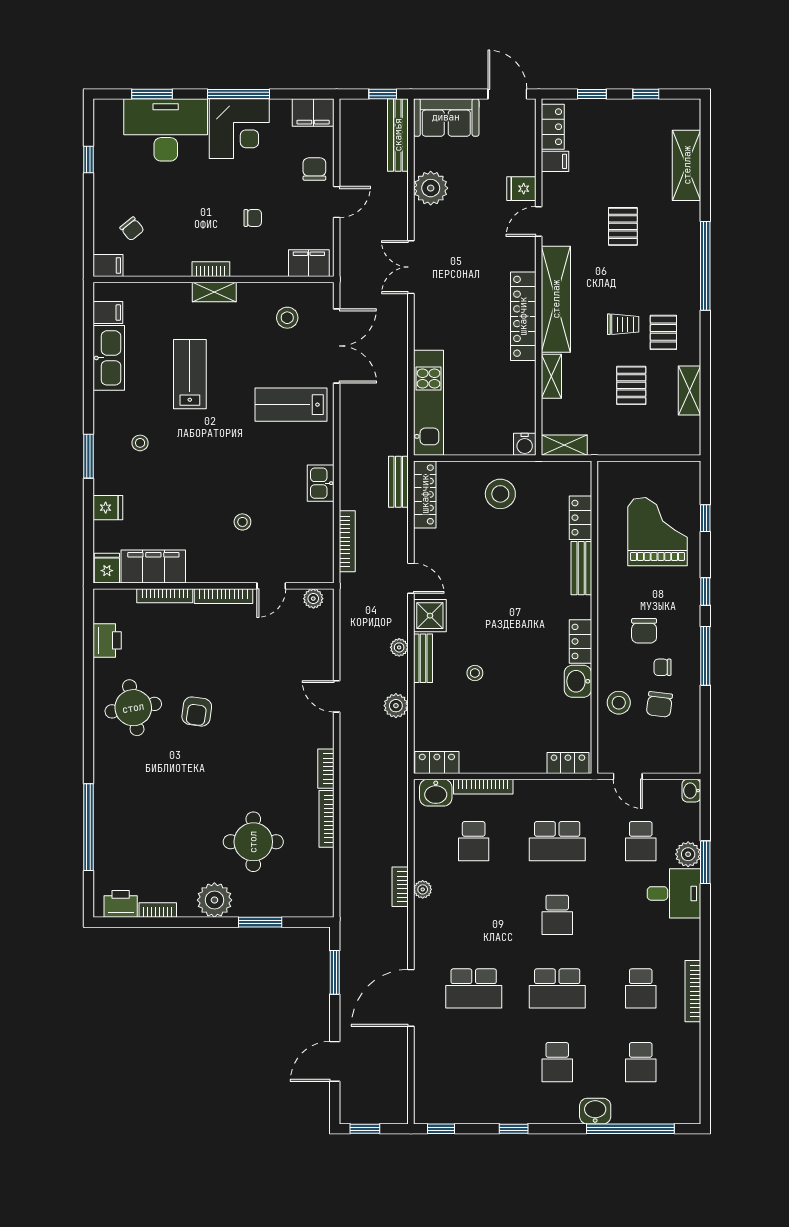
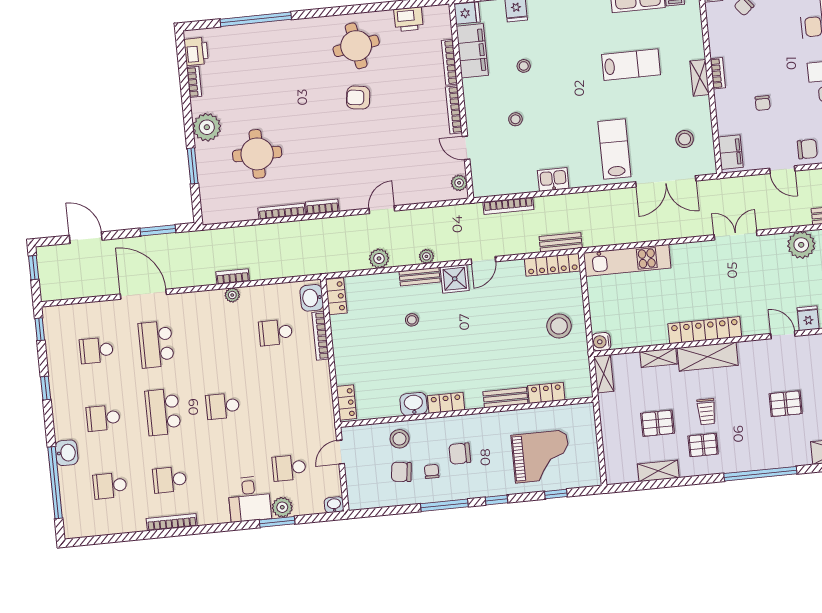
shelving: (556, 299) -> (708, 357), width x0.68
stool: (140, 443) -> (524, 66), moved
school desk: (557, 841) -> (96, 350), moved, width x0.54

